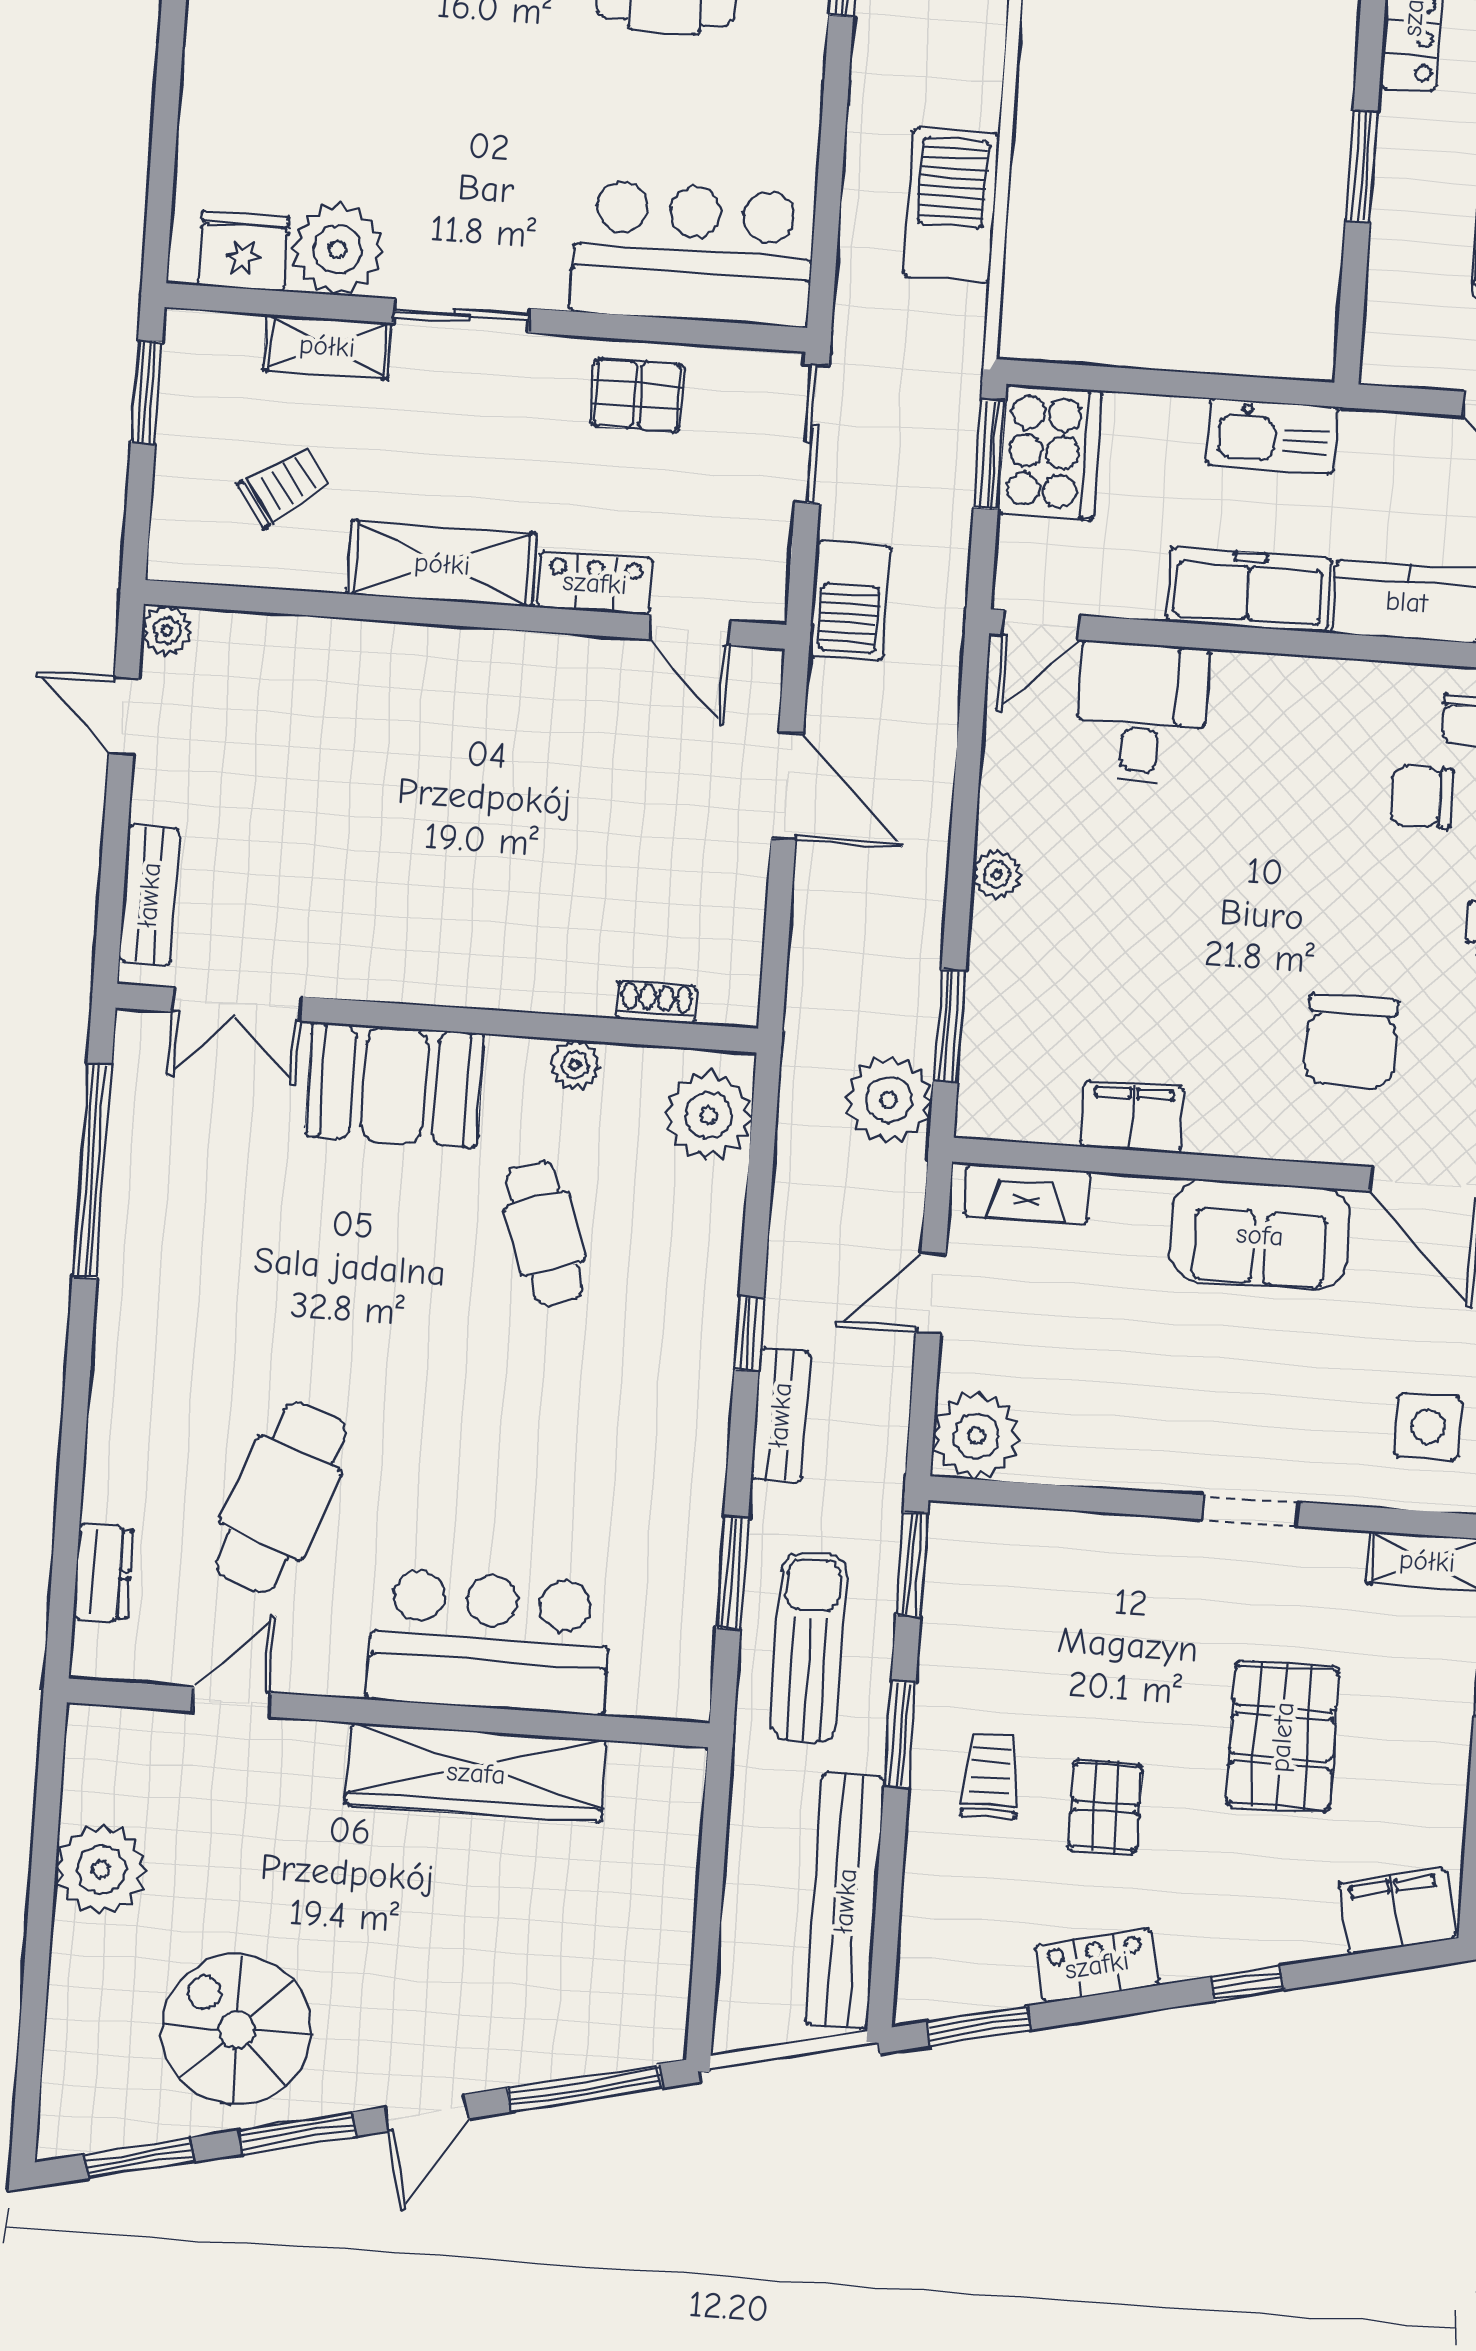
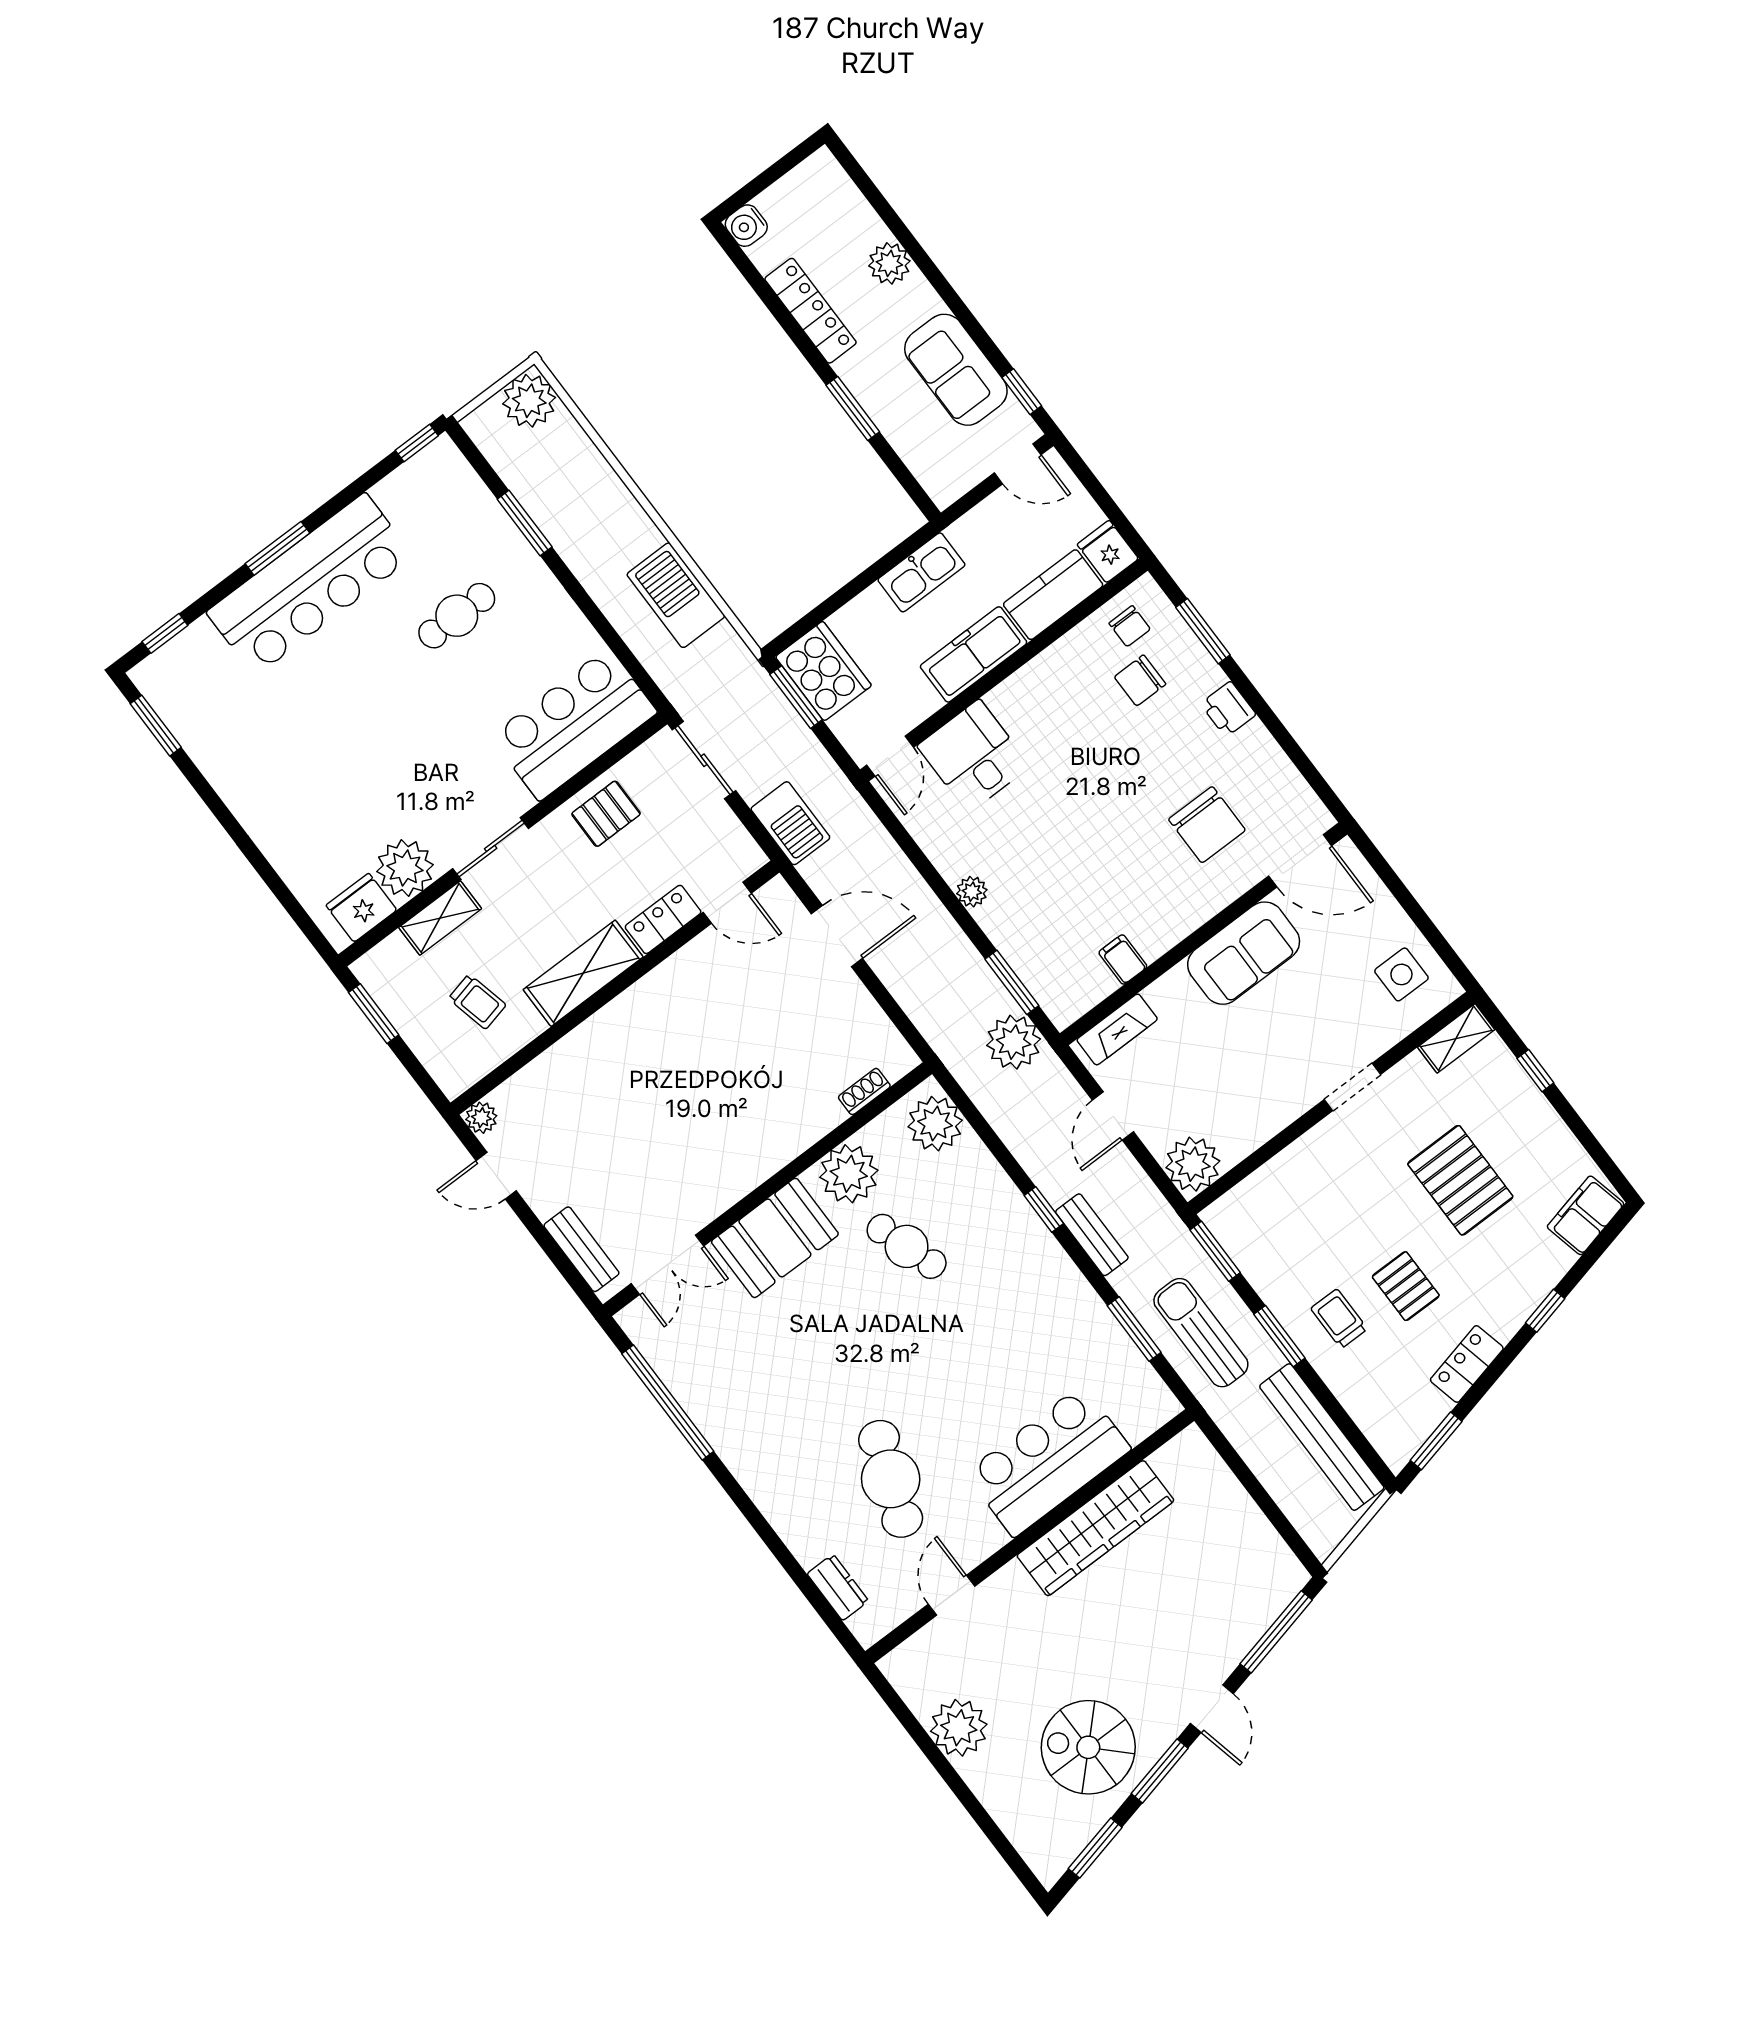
trolley: (284, 486) -> (477, 1002), turned 112
plant: (575, 1065) -> (849, 1174), width x1.87, depth x1.87
filing cabinet: (1132, 1117) -> (1123, 960), width x0.50

